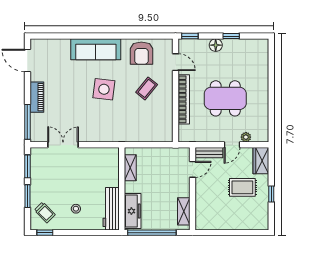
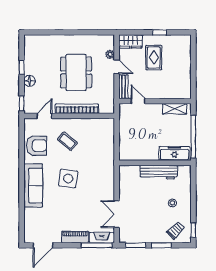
fireplace: (36, 128) -> (102, 238), added
shelving: (130, 168) -> (137, 155), removed
workbench: (111, 209) -> (159, 172), moved

